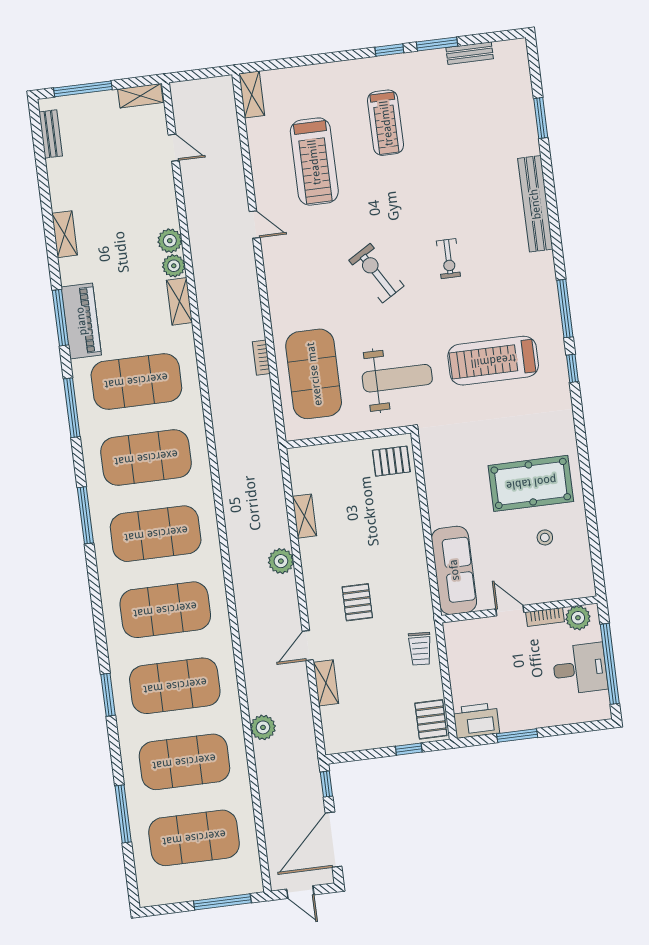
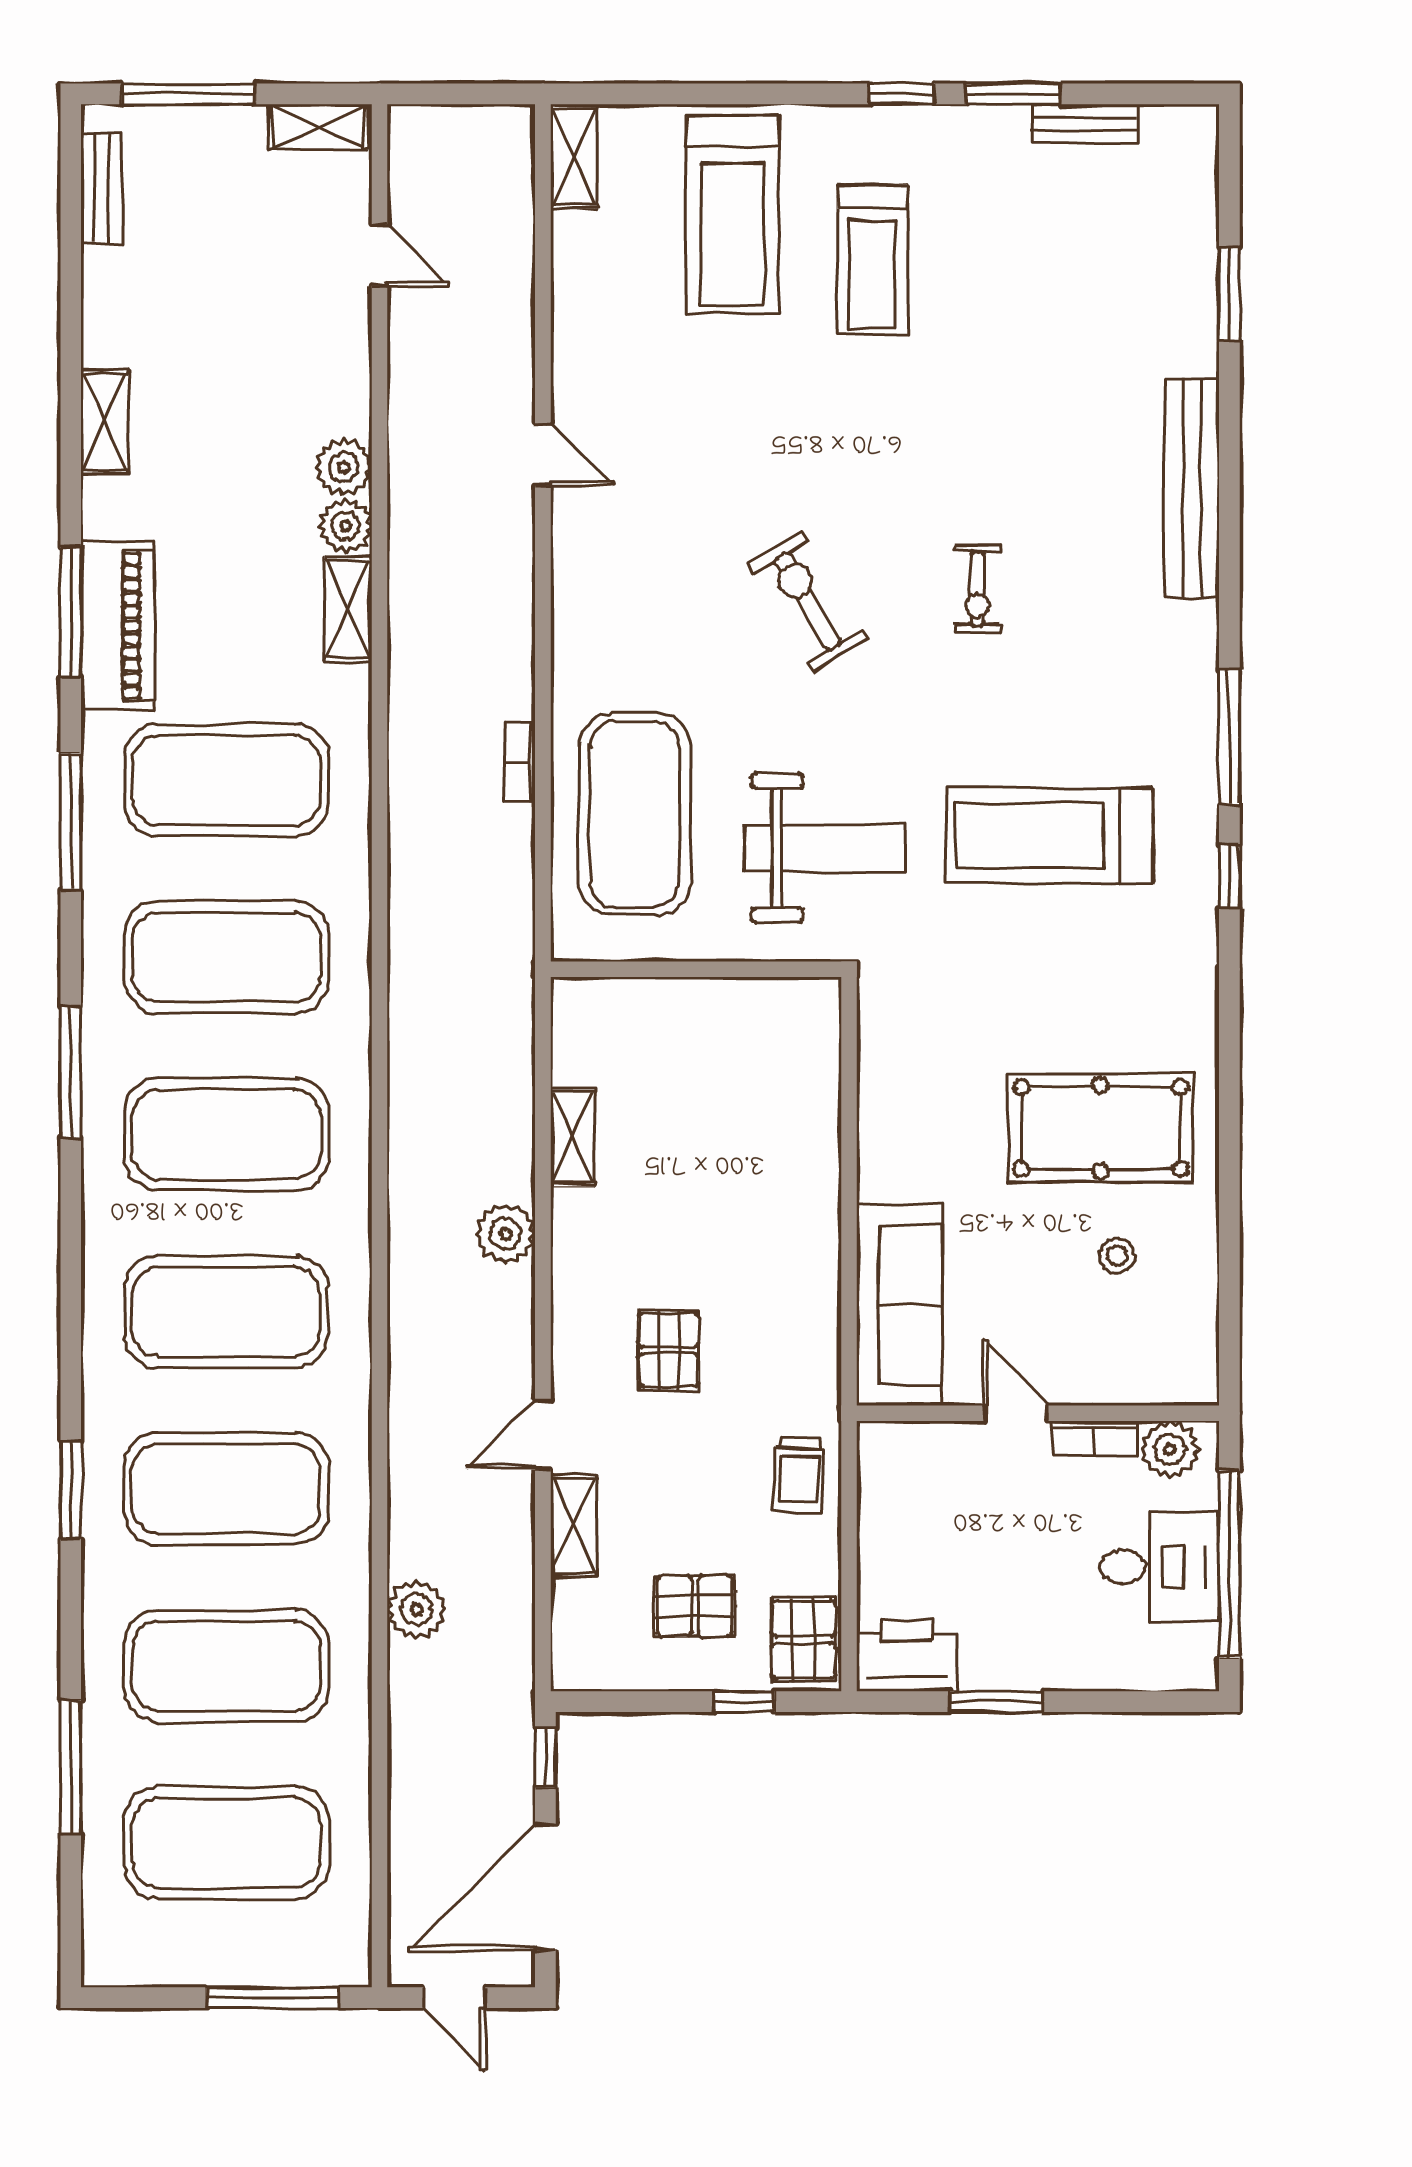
treadmill: (314, 162) -> (732, 215), moved
pallet: (391, 461) -> (695, 1606), moved

